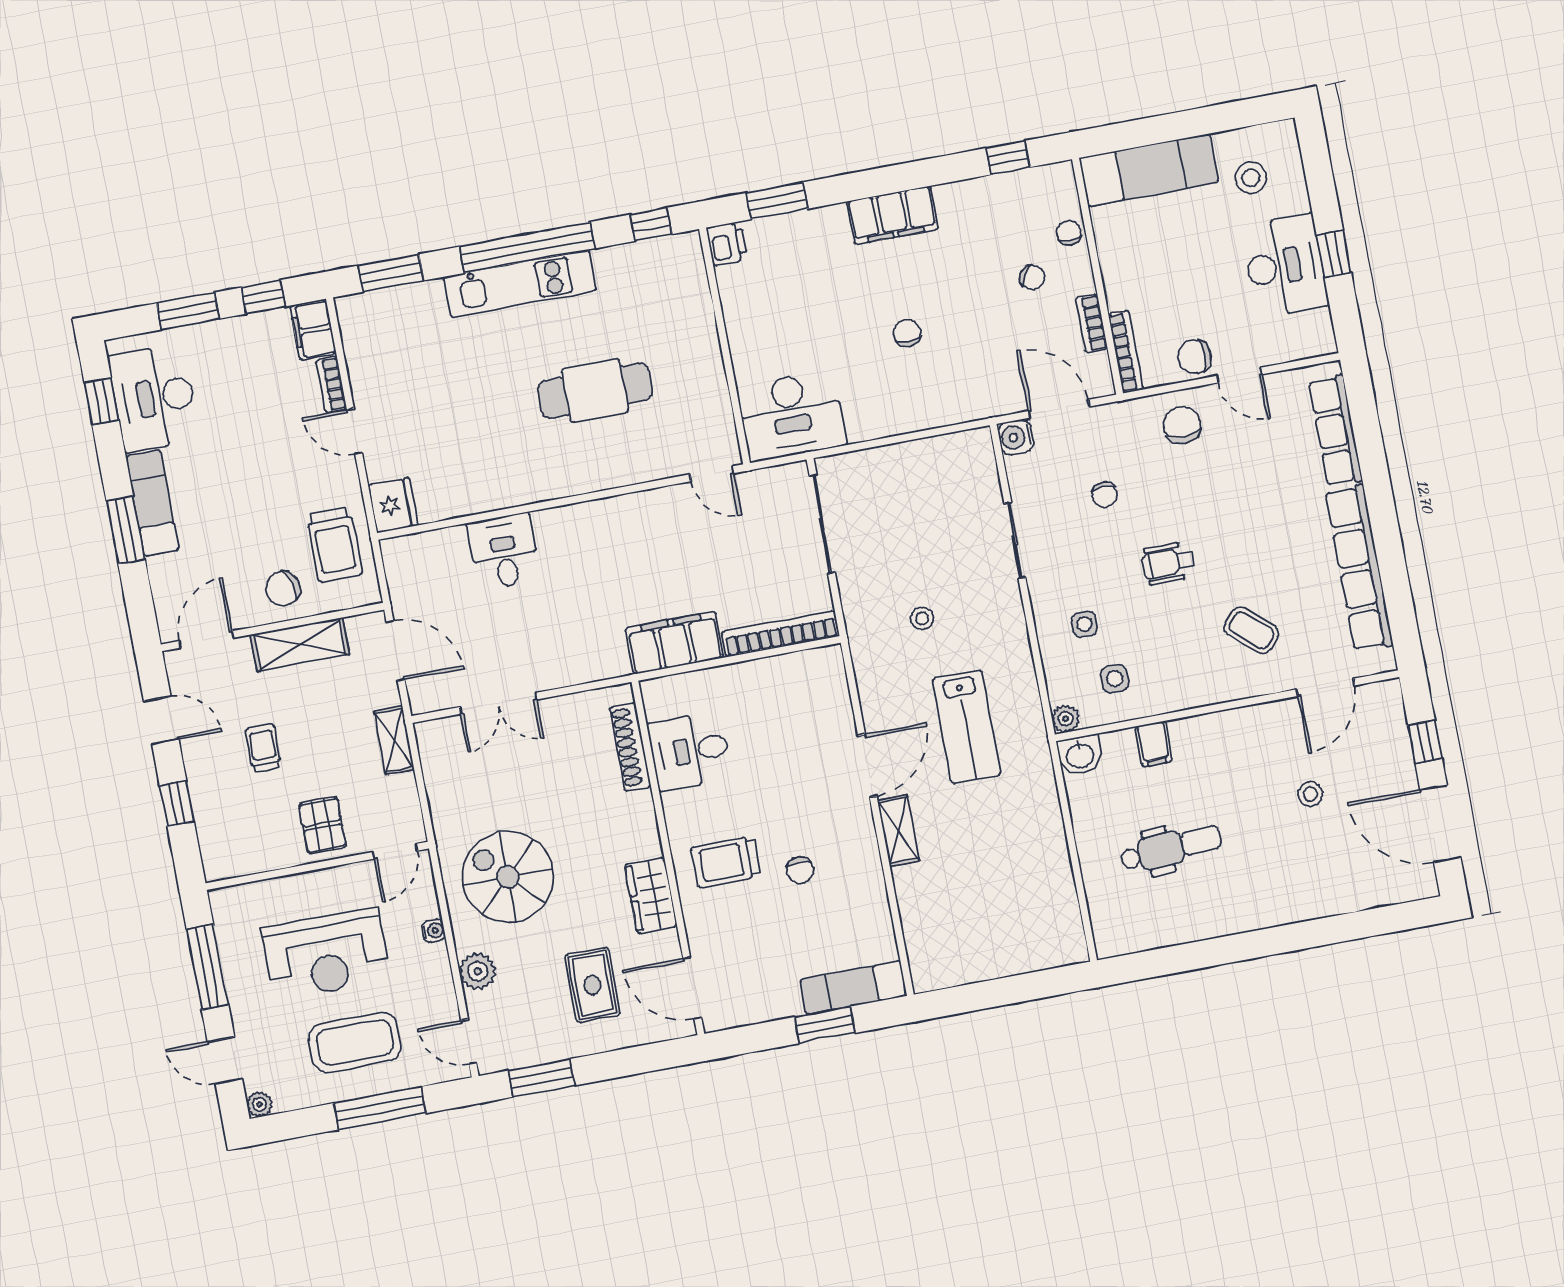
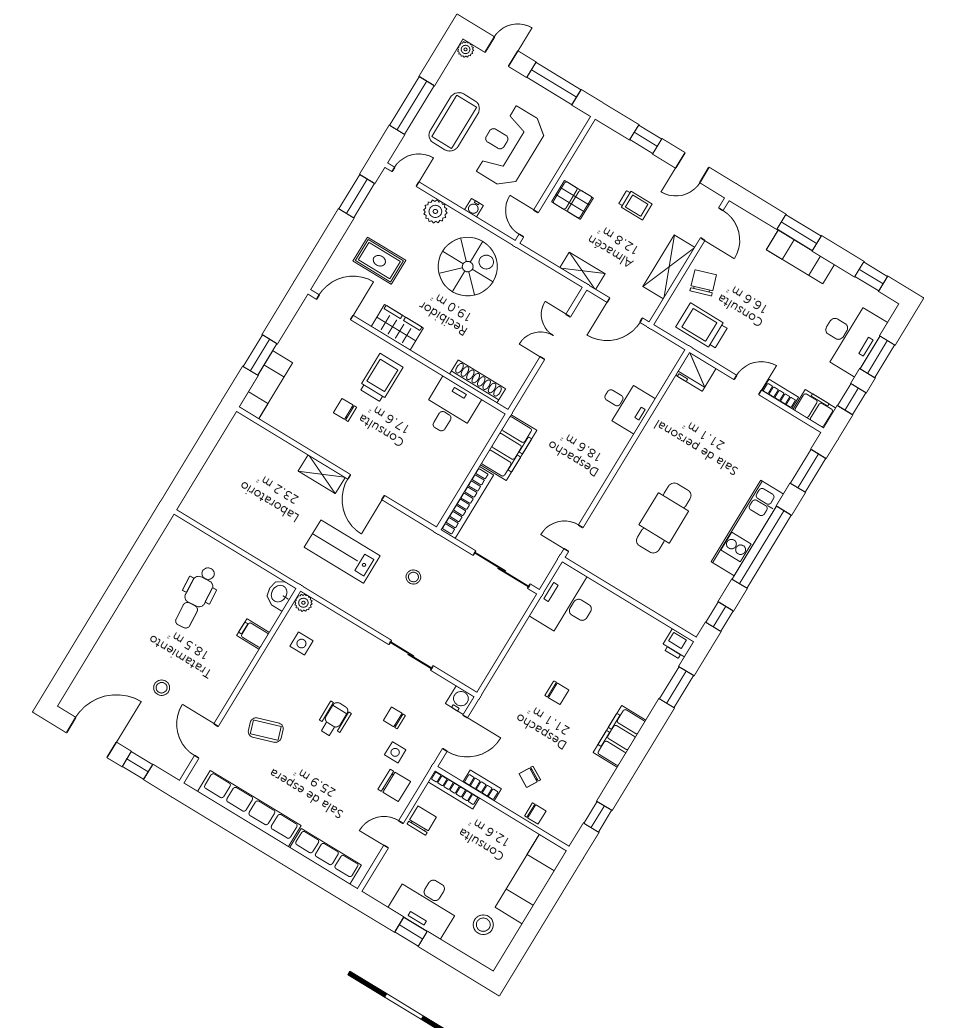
desk: (154, 398) -> (850, 337), moved, turned 90
side table: (1084, 624) -> (395, 752), moved
coffee table: (1251, 630) -> (266, 730), turned 31

